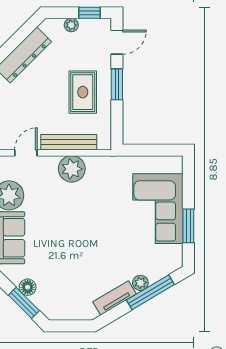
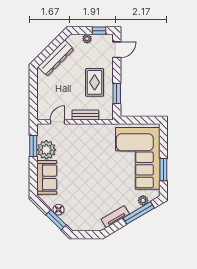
window: (117, 84) -> (117, 93), moved
bench: (69, 142) -> (85, 115), width x0.73
plant: (72, 169) -> (87, 132), removed
corner sofa: (158, 209) -> (138, 158), width x1.36, depth x1.36
plant: (140, 283) -> (143, 200), moved

